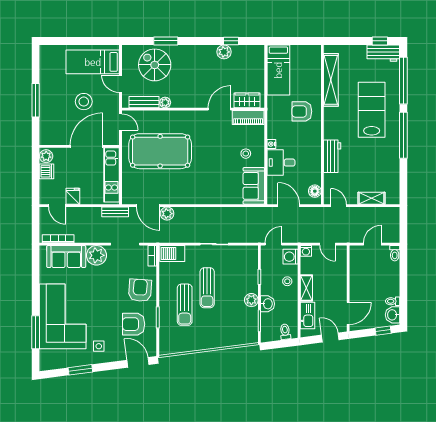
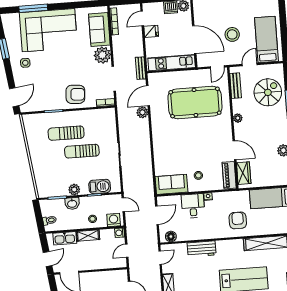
plant: (165, 102) -> (238, 118), moved
pool table: (160, 151) -> (195, 102), turned 90
barbecue: (172, 253) -> (100, 186), moved, turned 90
armchair: (134, 324) -> (46, 91), removed

